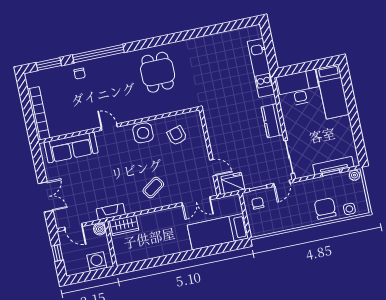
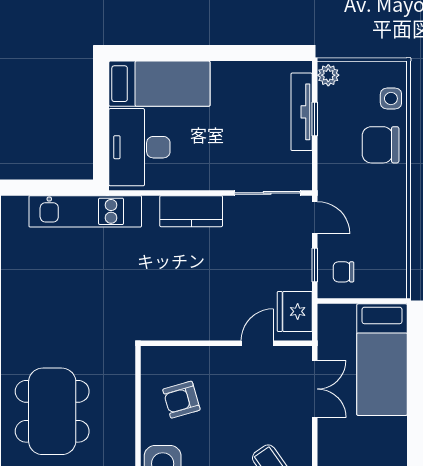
dining table: (158, 72) -> (52, 411), width x1.38

